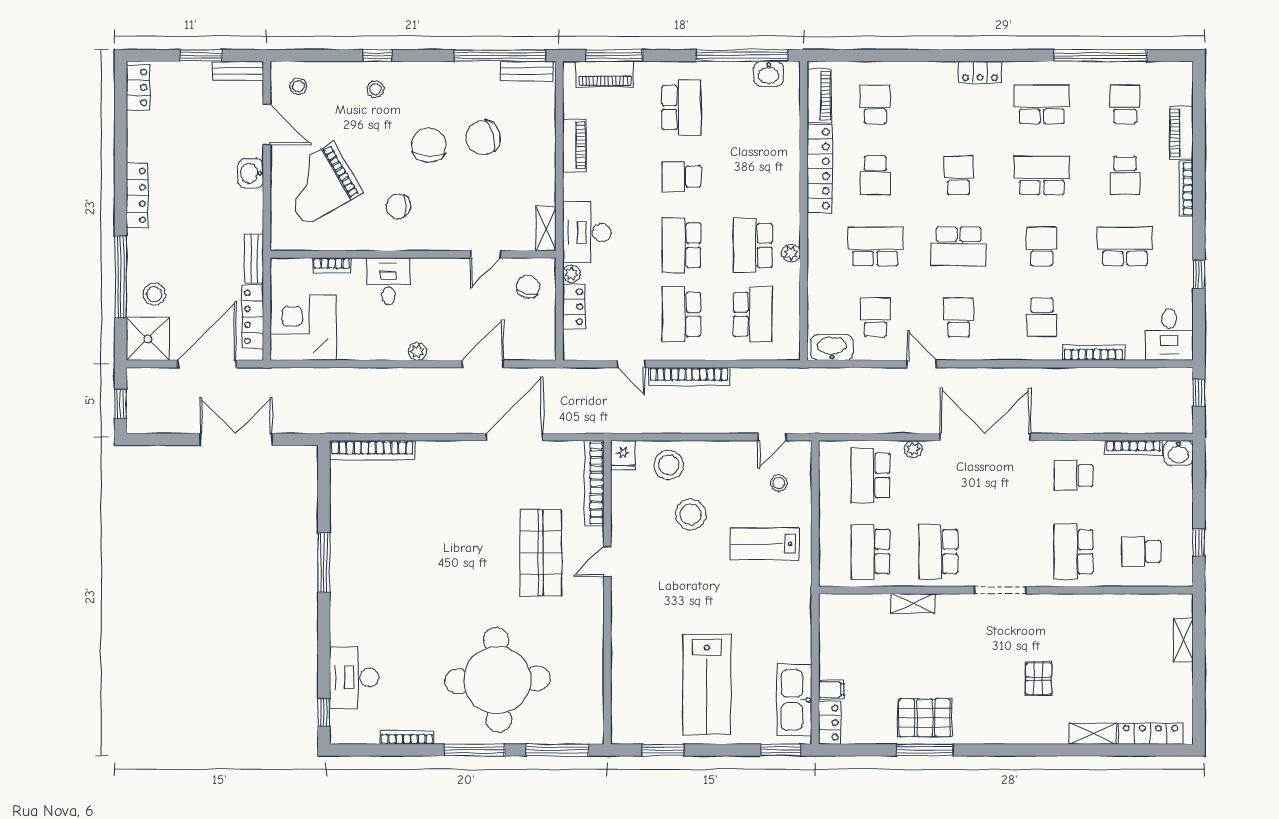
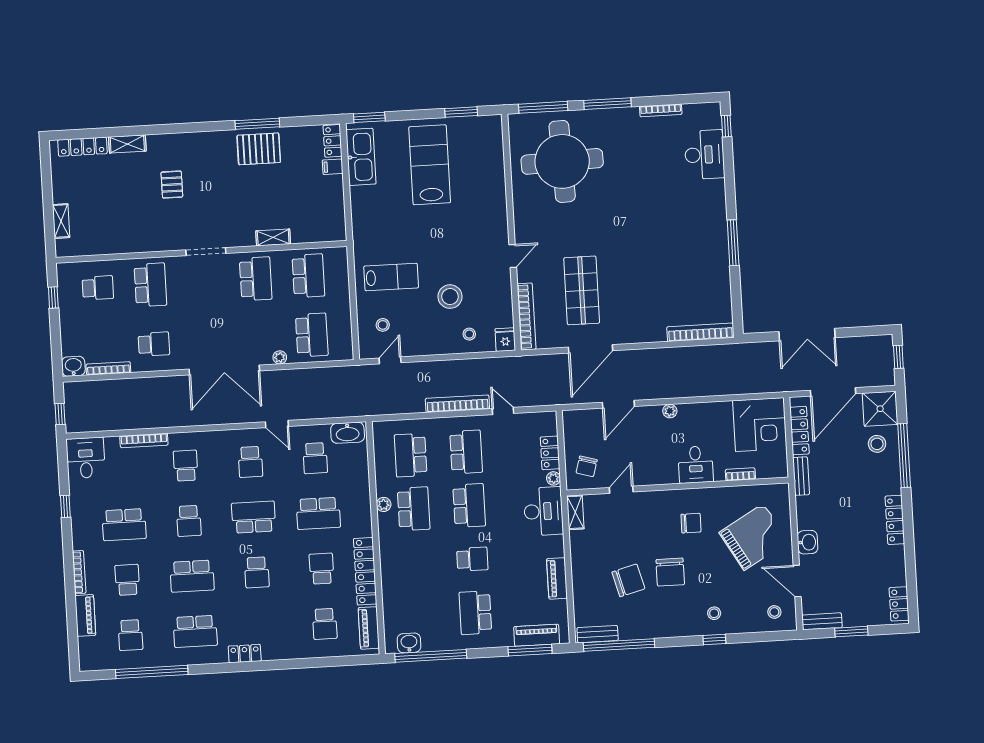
stool: (669, 465) -> (469, 334), width x0.53, depth x0.53
shop shelf: (541, 553) -> (582, 290), moved
round table: (497, 680) -> (562, 161), moved

